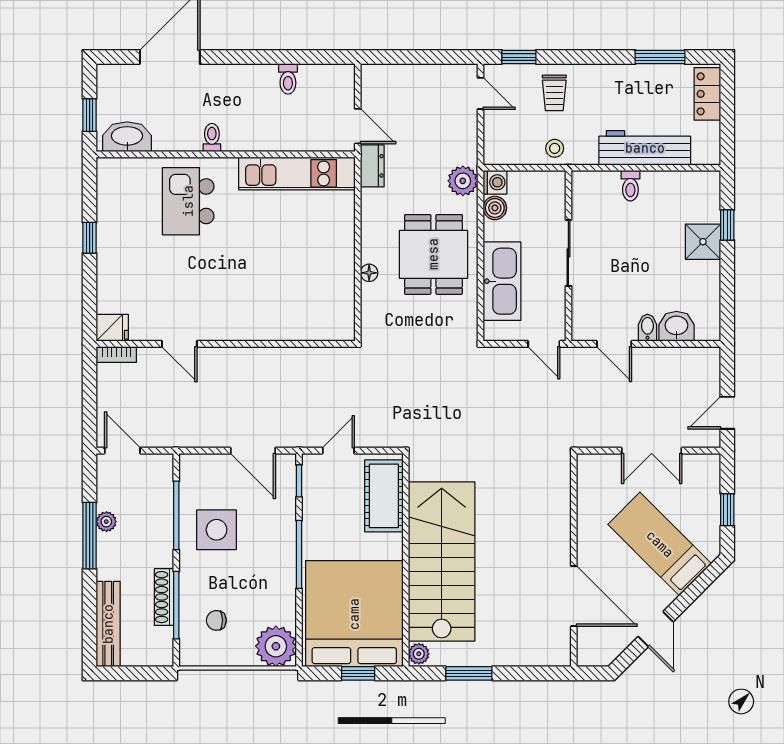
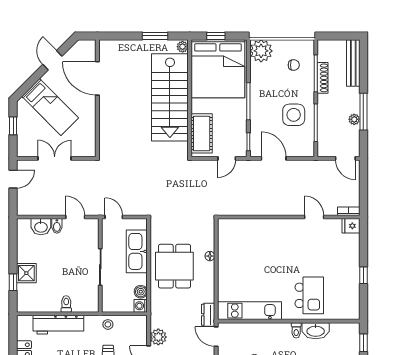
washbasin: (127, 137) -> (316, 331), moved
plant: (463, 181) -> (158, 337), moved

